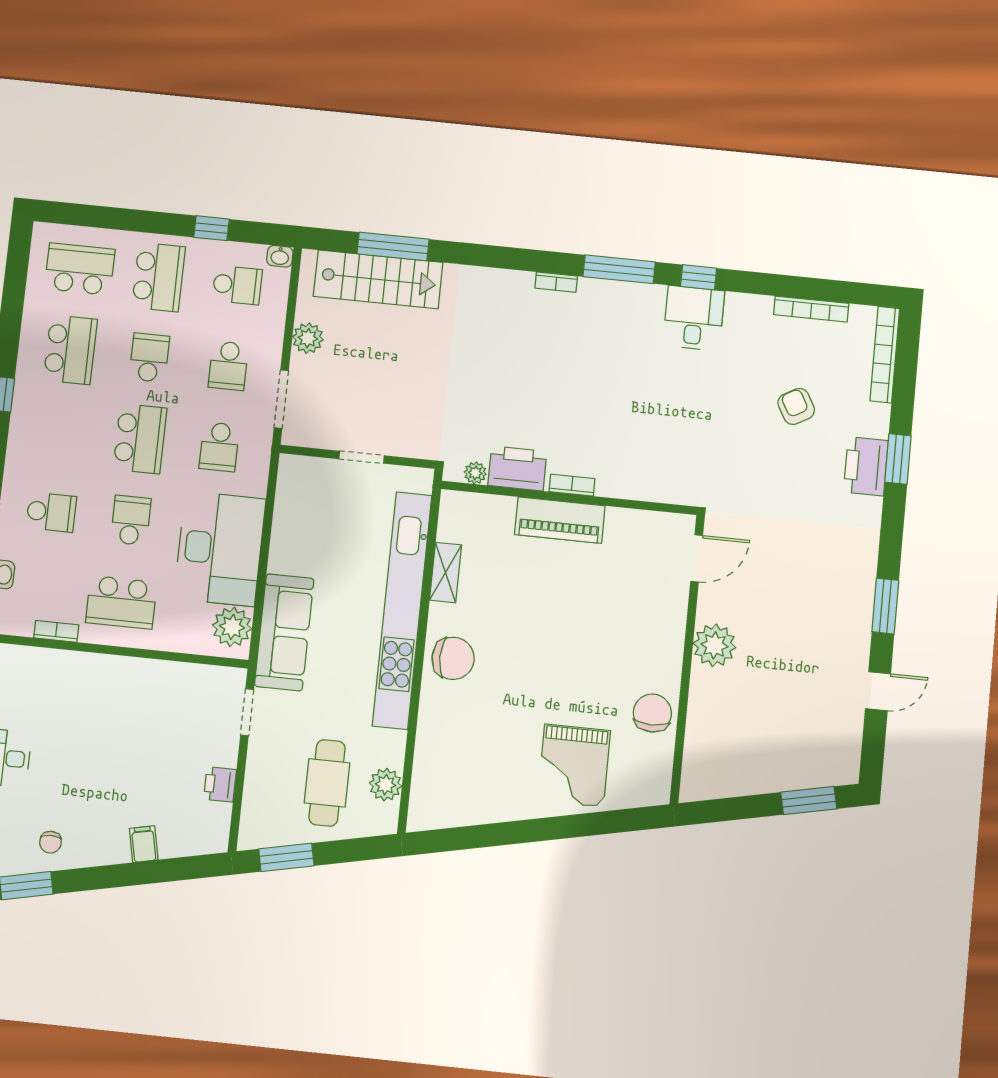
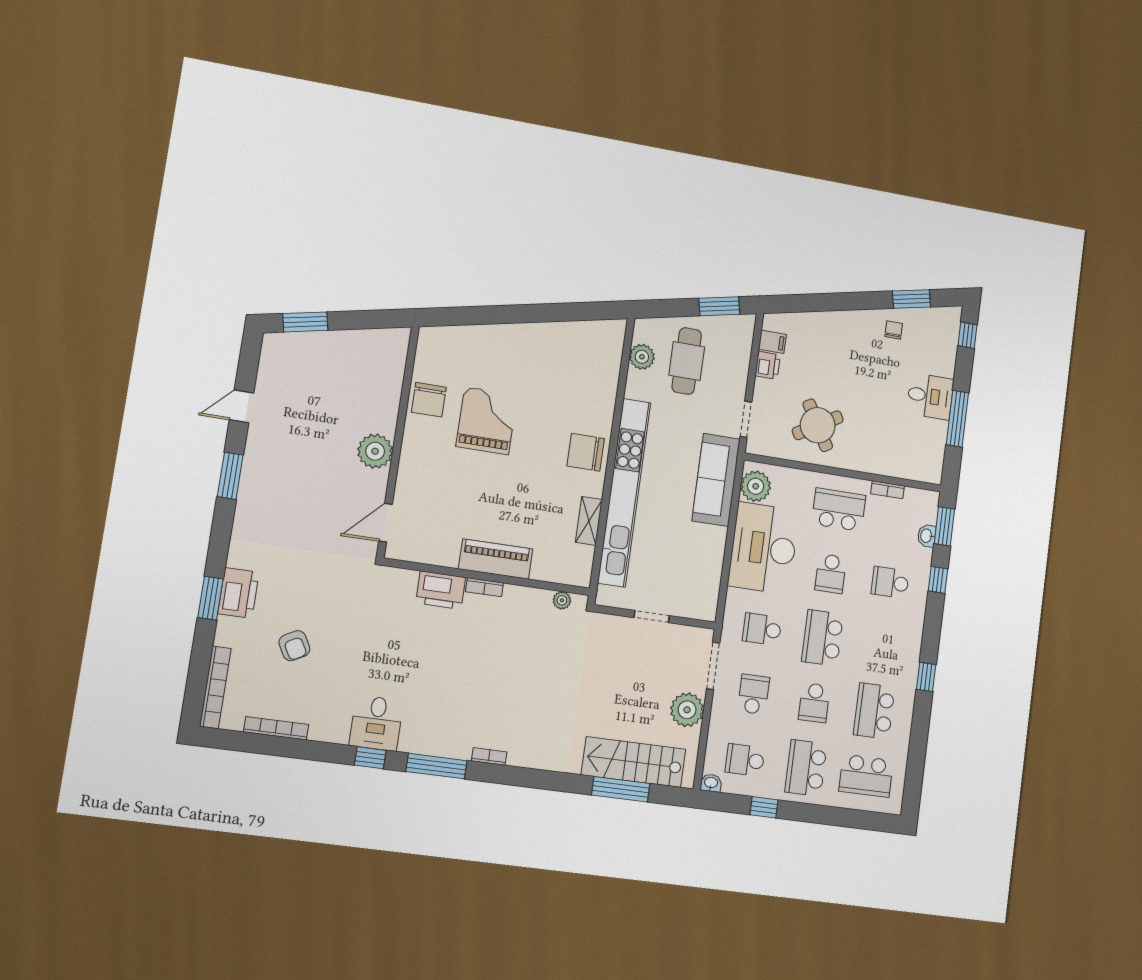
plant: (308, 338) -> (687, 710), width x1.36, depth x1.36
school desk: (219, 447) -> (762, 629), turned -90
printer: (517, 468) -> (441, 590), moved
round table: (152, 710) -> (818, 425), added
grand piano: (574, 766) -> (487, 421), moved
filing cabinet: (144, 844) -> (772, 342), moved, turned -78

